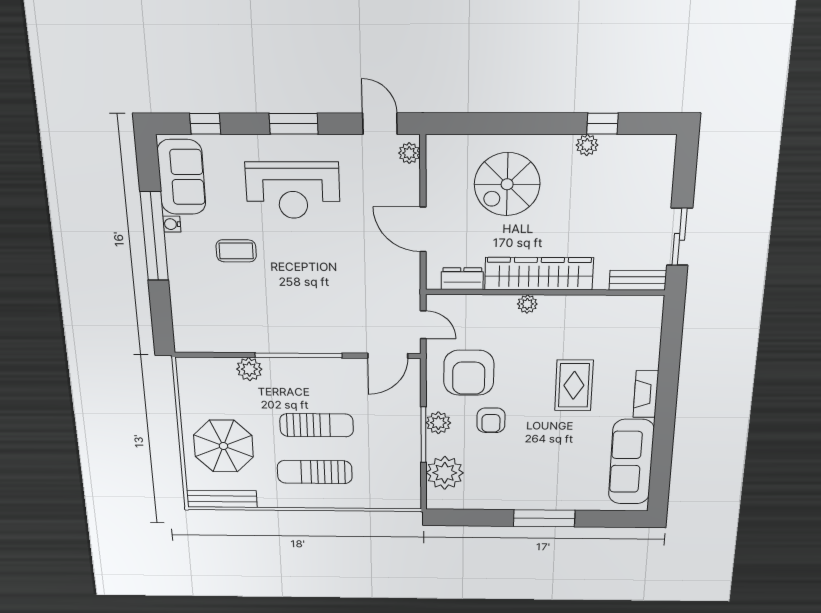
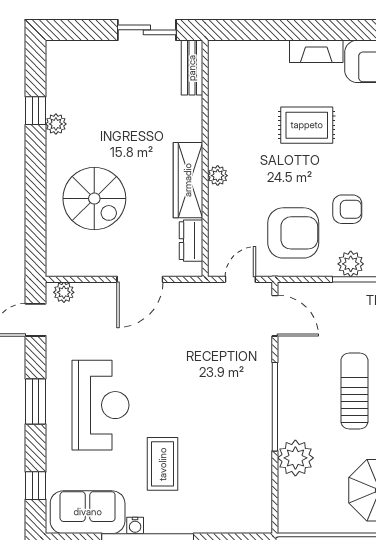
coffee table: (236, 251) -> (163, 464), width x1.36, depth x1.30
wardrobe: (539, 274) -> (188, 180), width x0.71, depth x0.85
plant: (249, 369) -> (295, 458), width x1.36, depth x1.36

